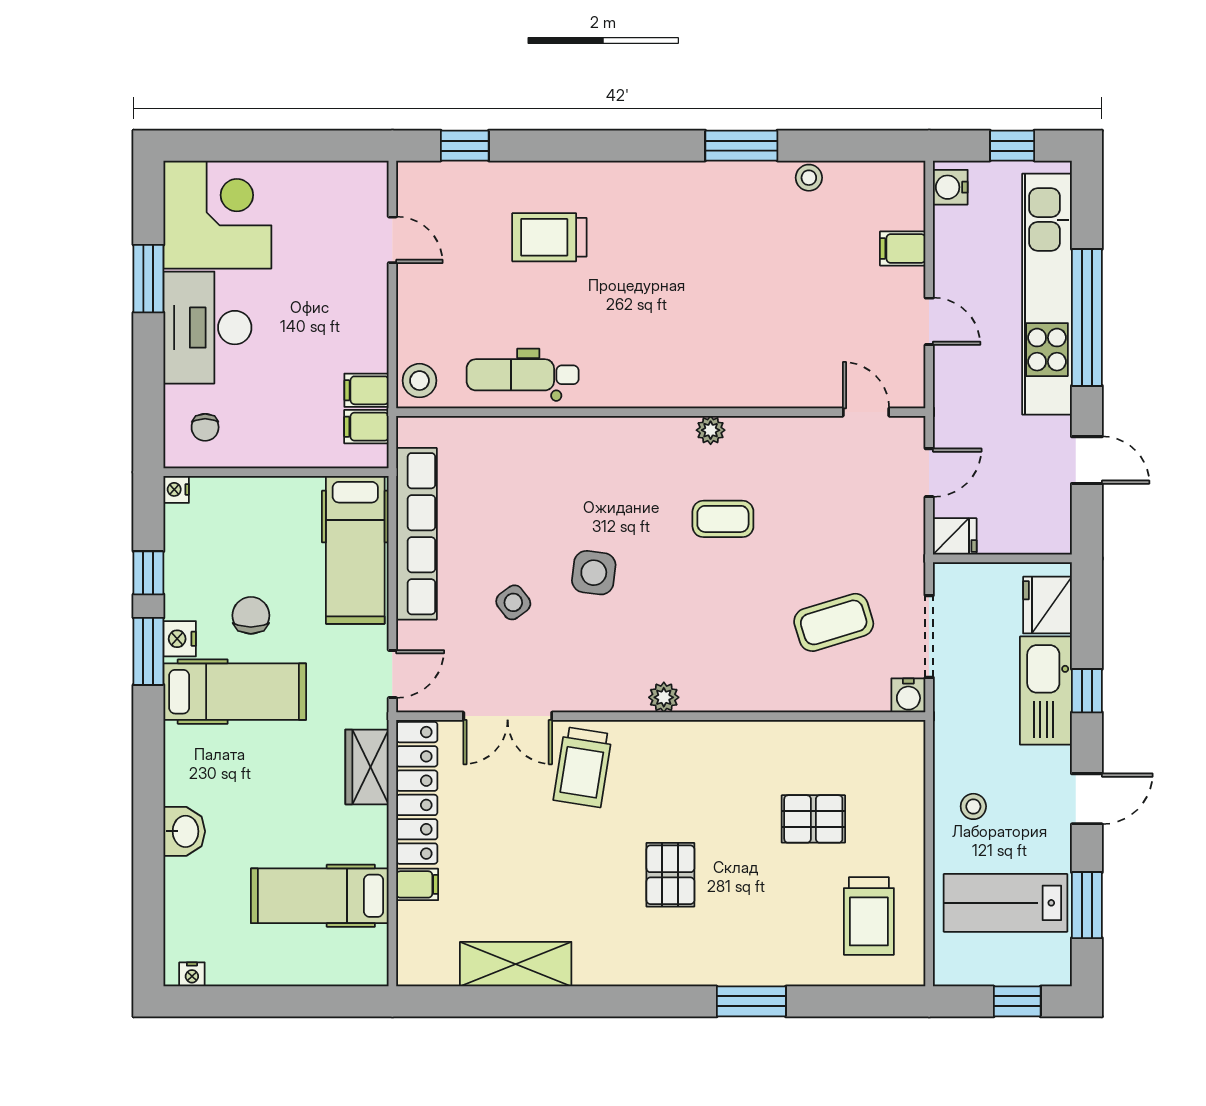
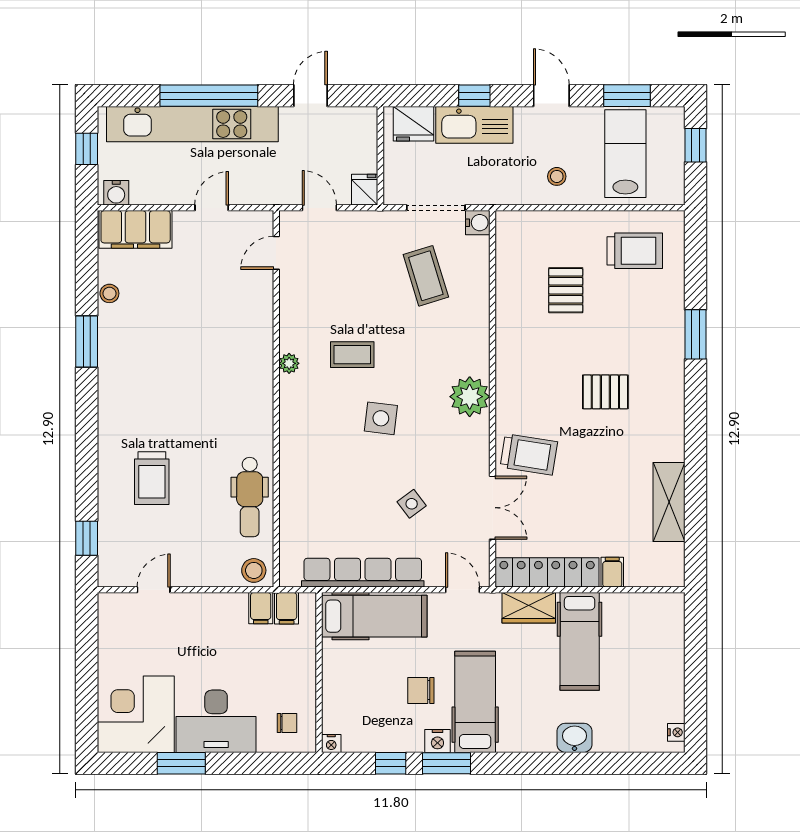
filing cabinet: (903, 248) -> (136, 229), width x3.00, depth x1.17
coffee table: (723, 519) -> (352, 355), turned 90
side table: (594, 573) -> (381, 418), moved
plant: (664, 697) -> (470, 397), width x1.87, depth x1.87
hospital bed: (320, 896) -> (580, 641), moved
lab bench: (1005, 903) -> (625, 154), turned 180

